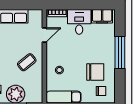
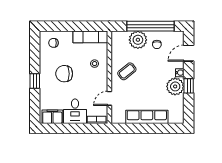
window: (120, 53) -> (35, 81), width x0.46
chair: (95, 72) -> (64, 74), moved

